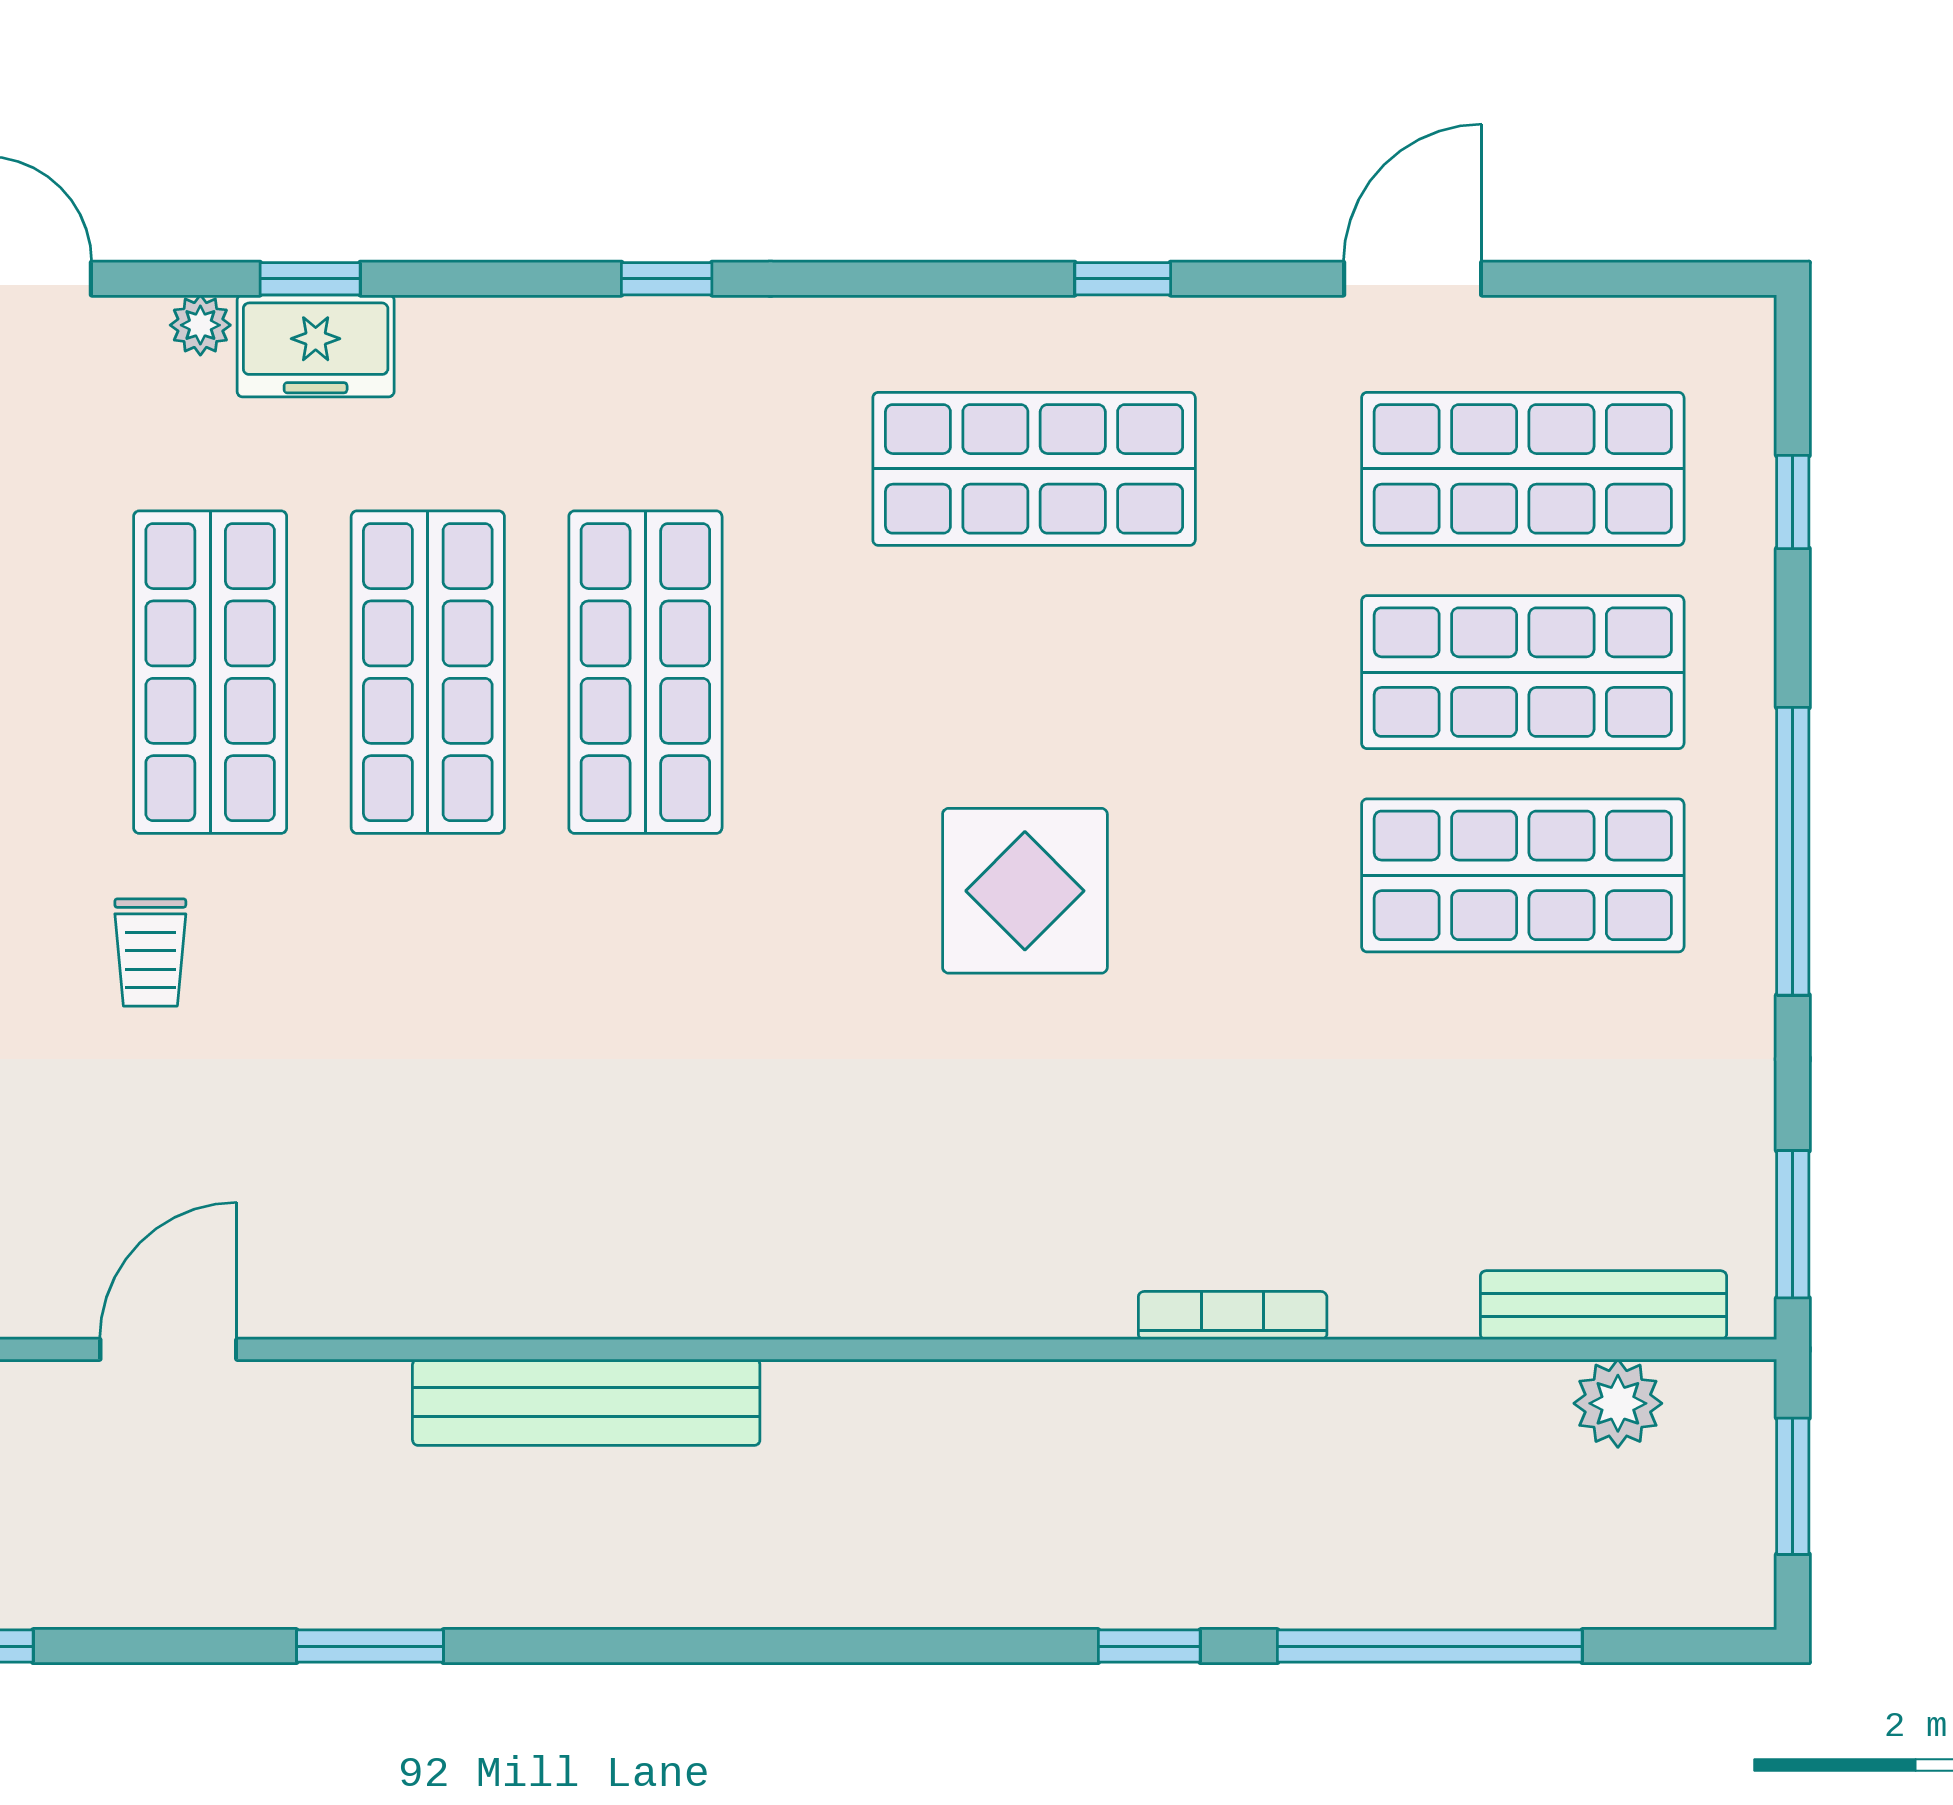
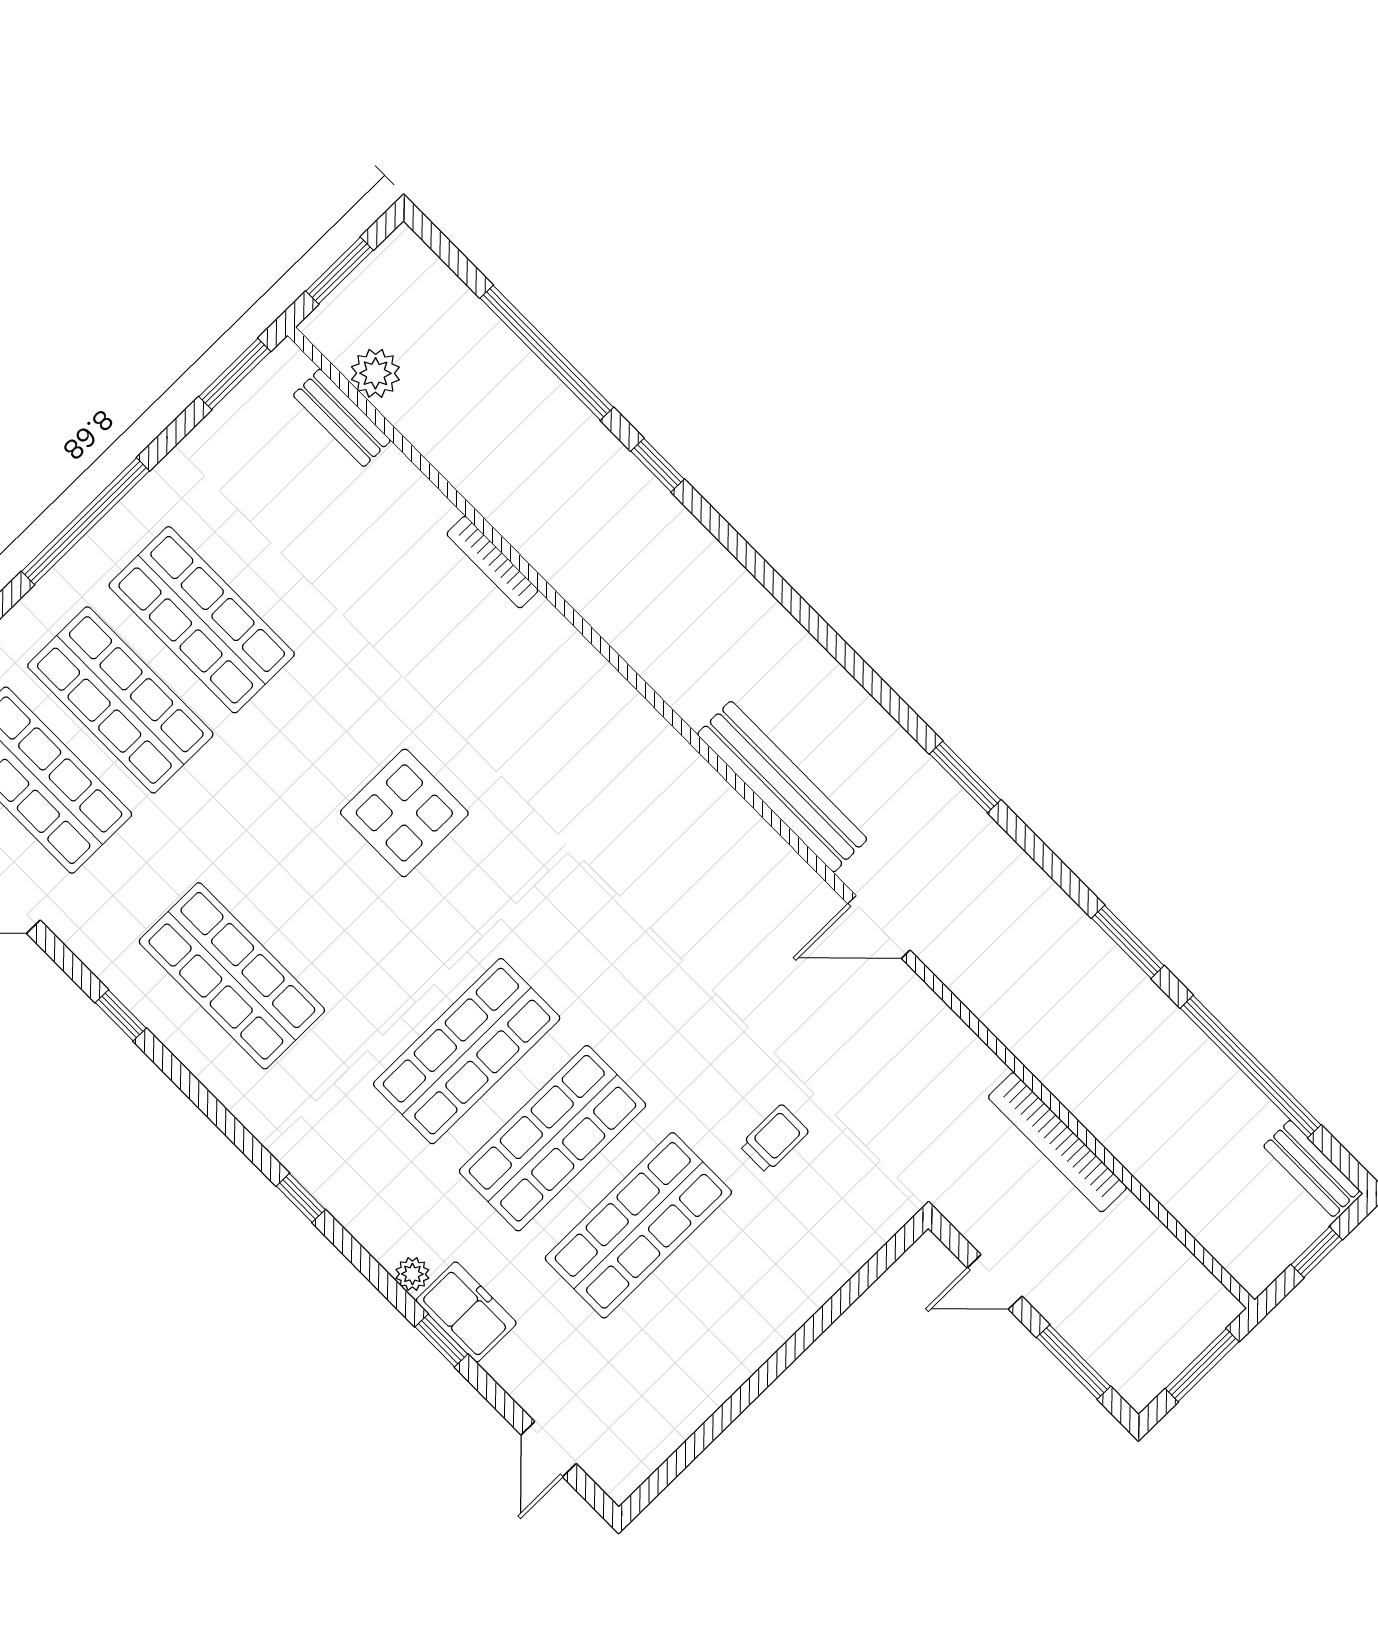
plant: (200, 325) -> (412, 1274), moved
bench: (1603, 1305) -> (342, 418), width x0.73
door: (168, 1349) -> (879, 927), moved

